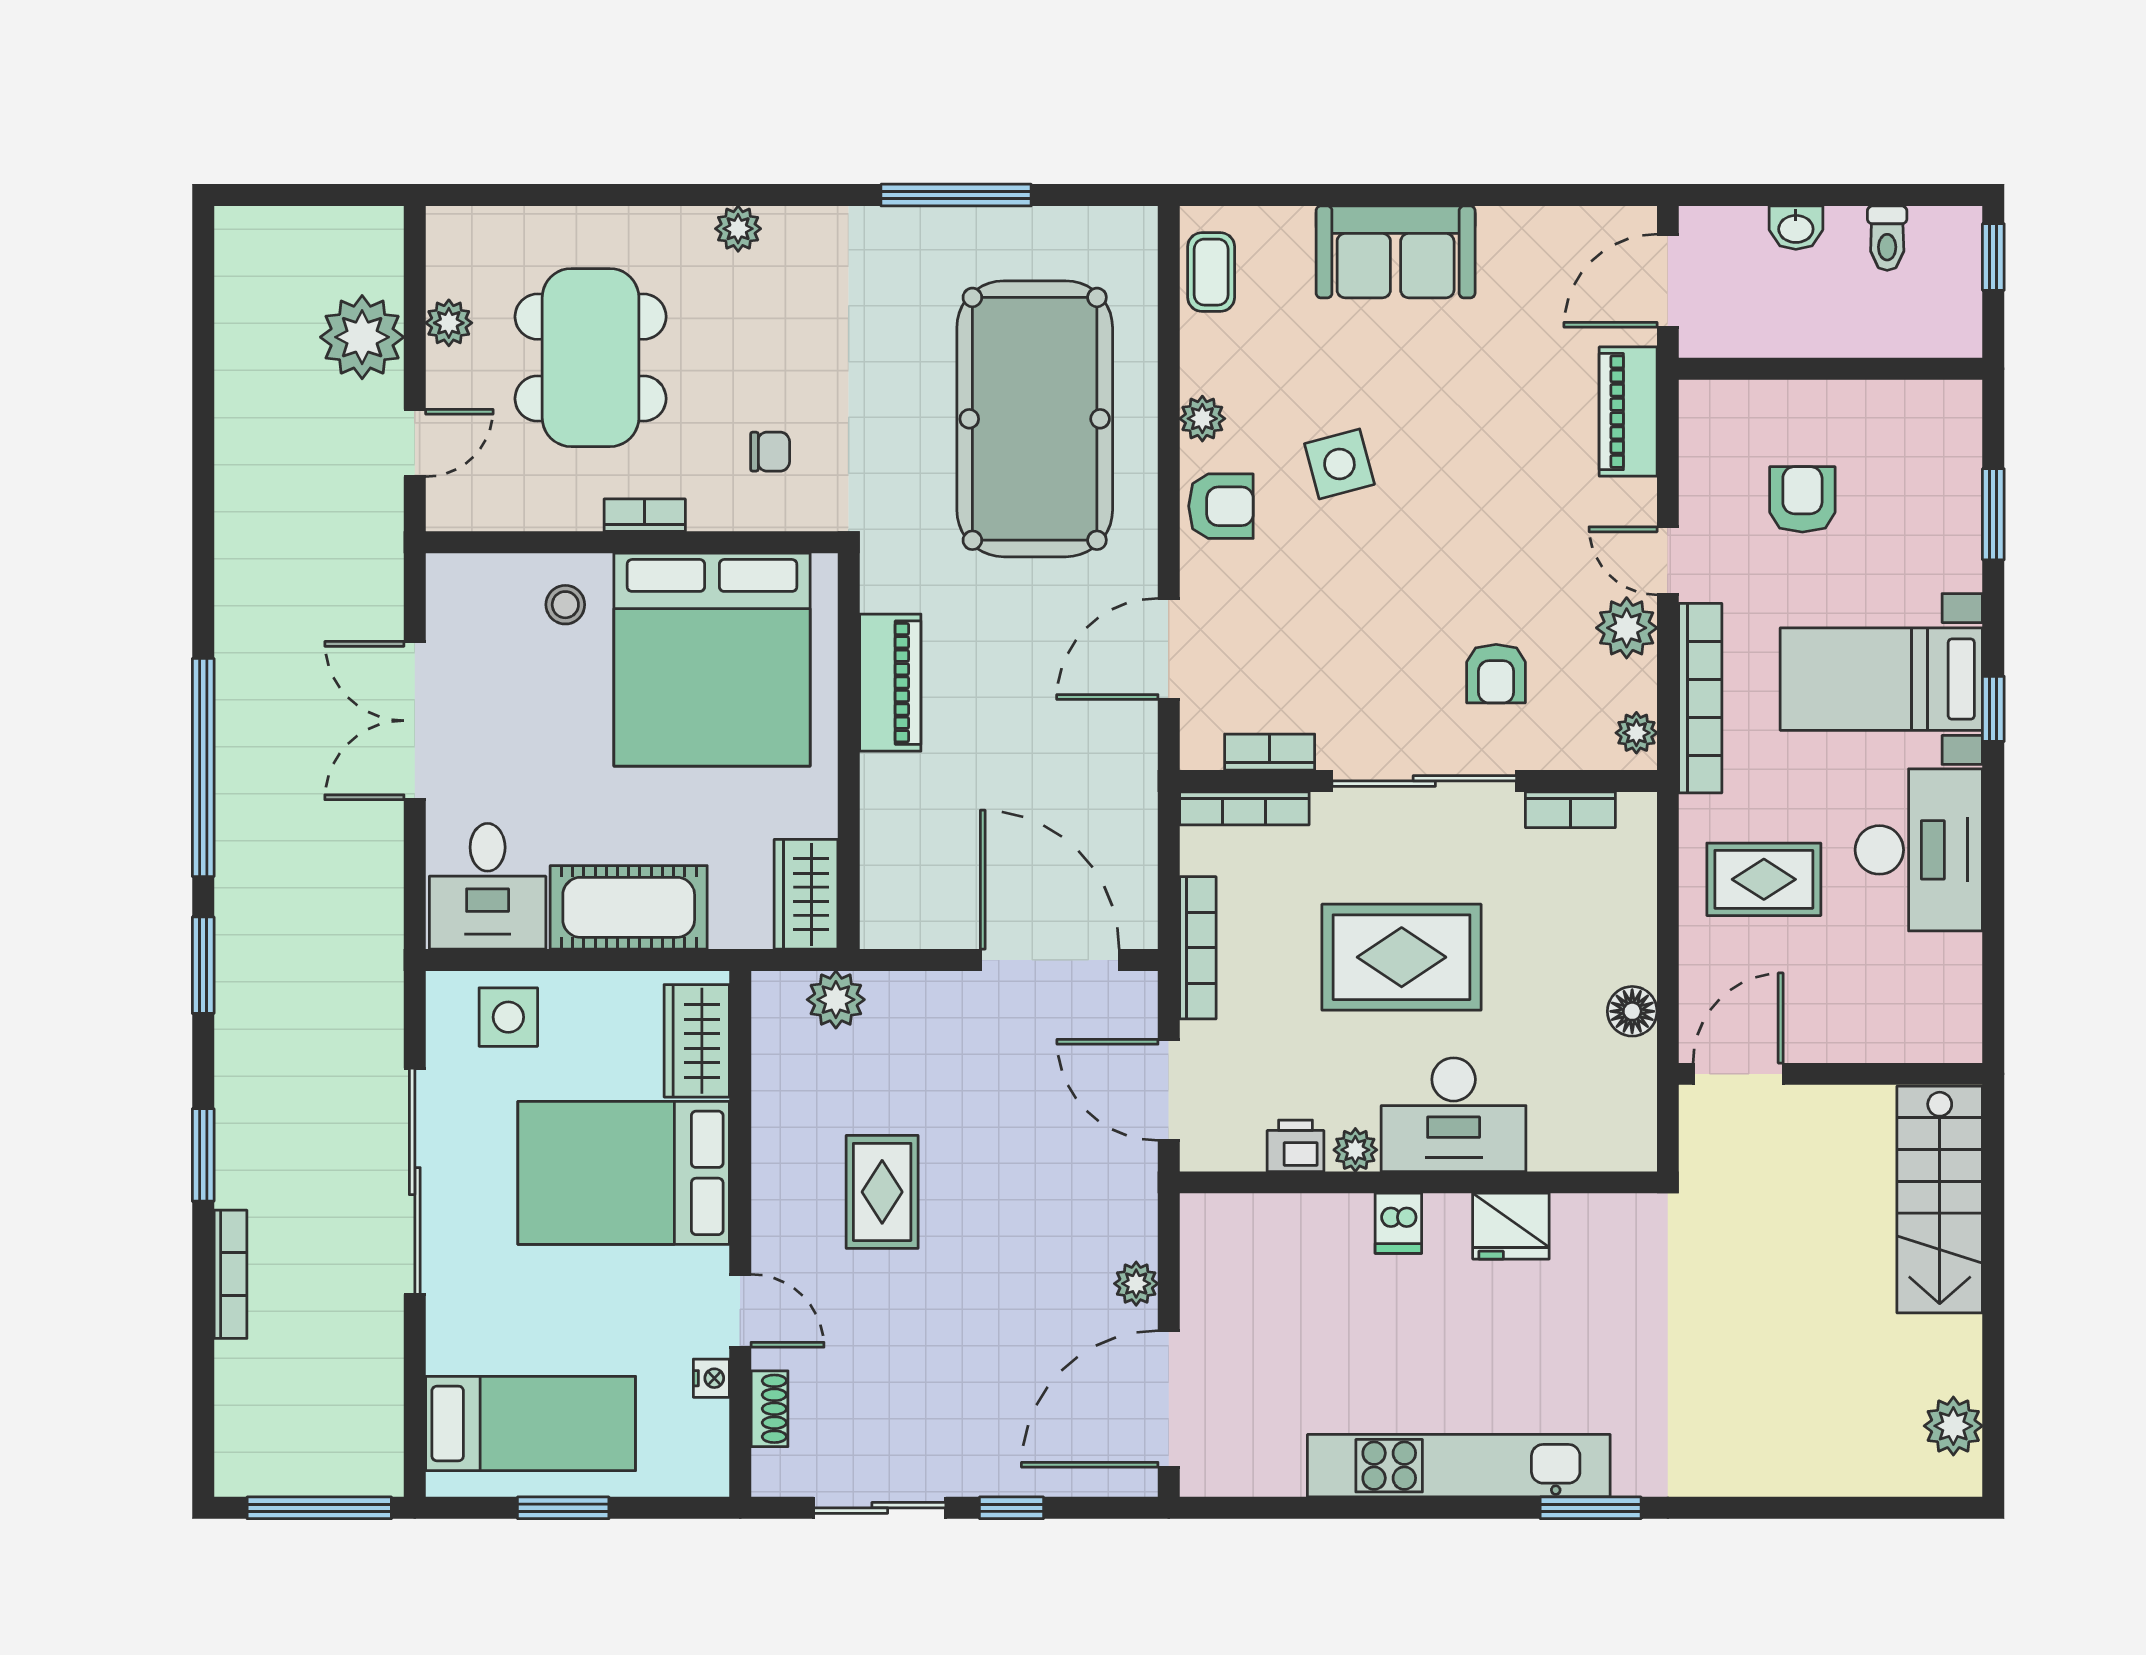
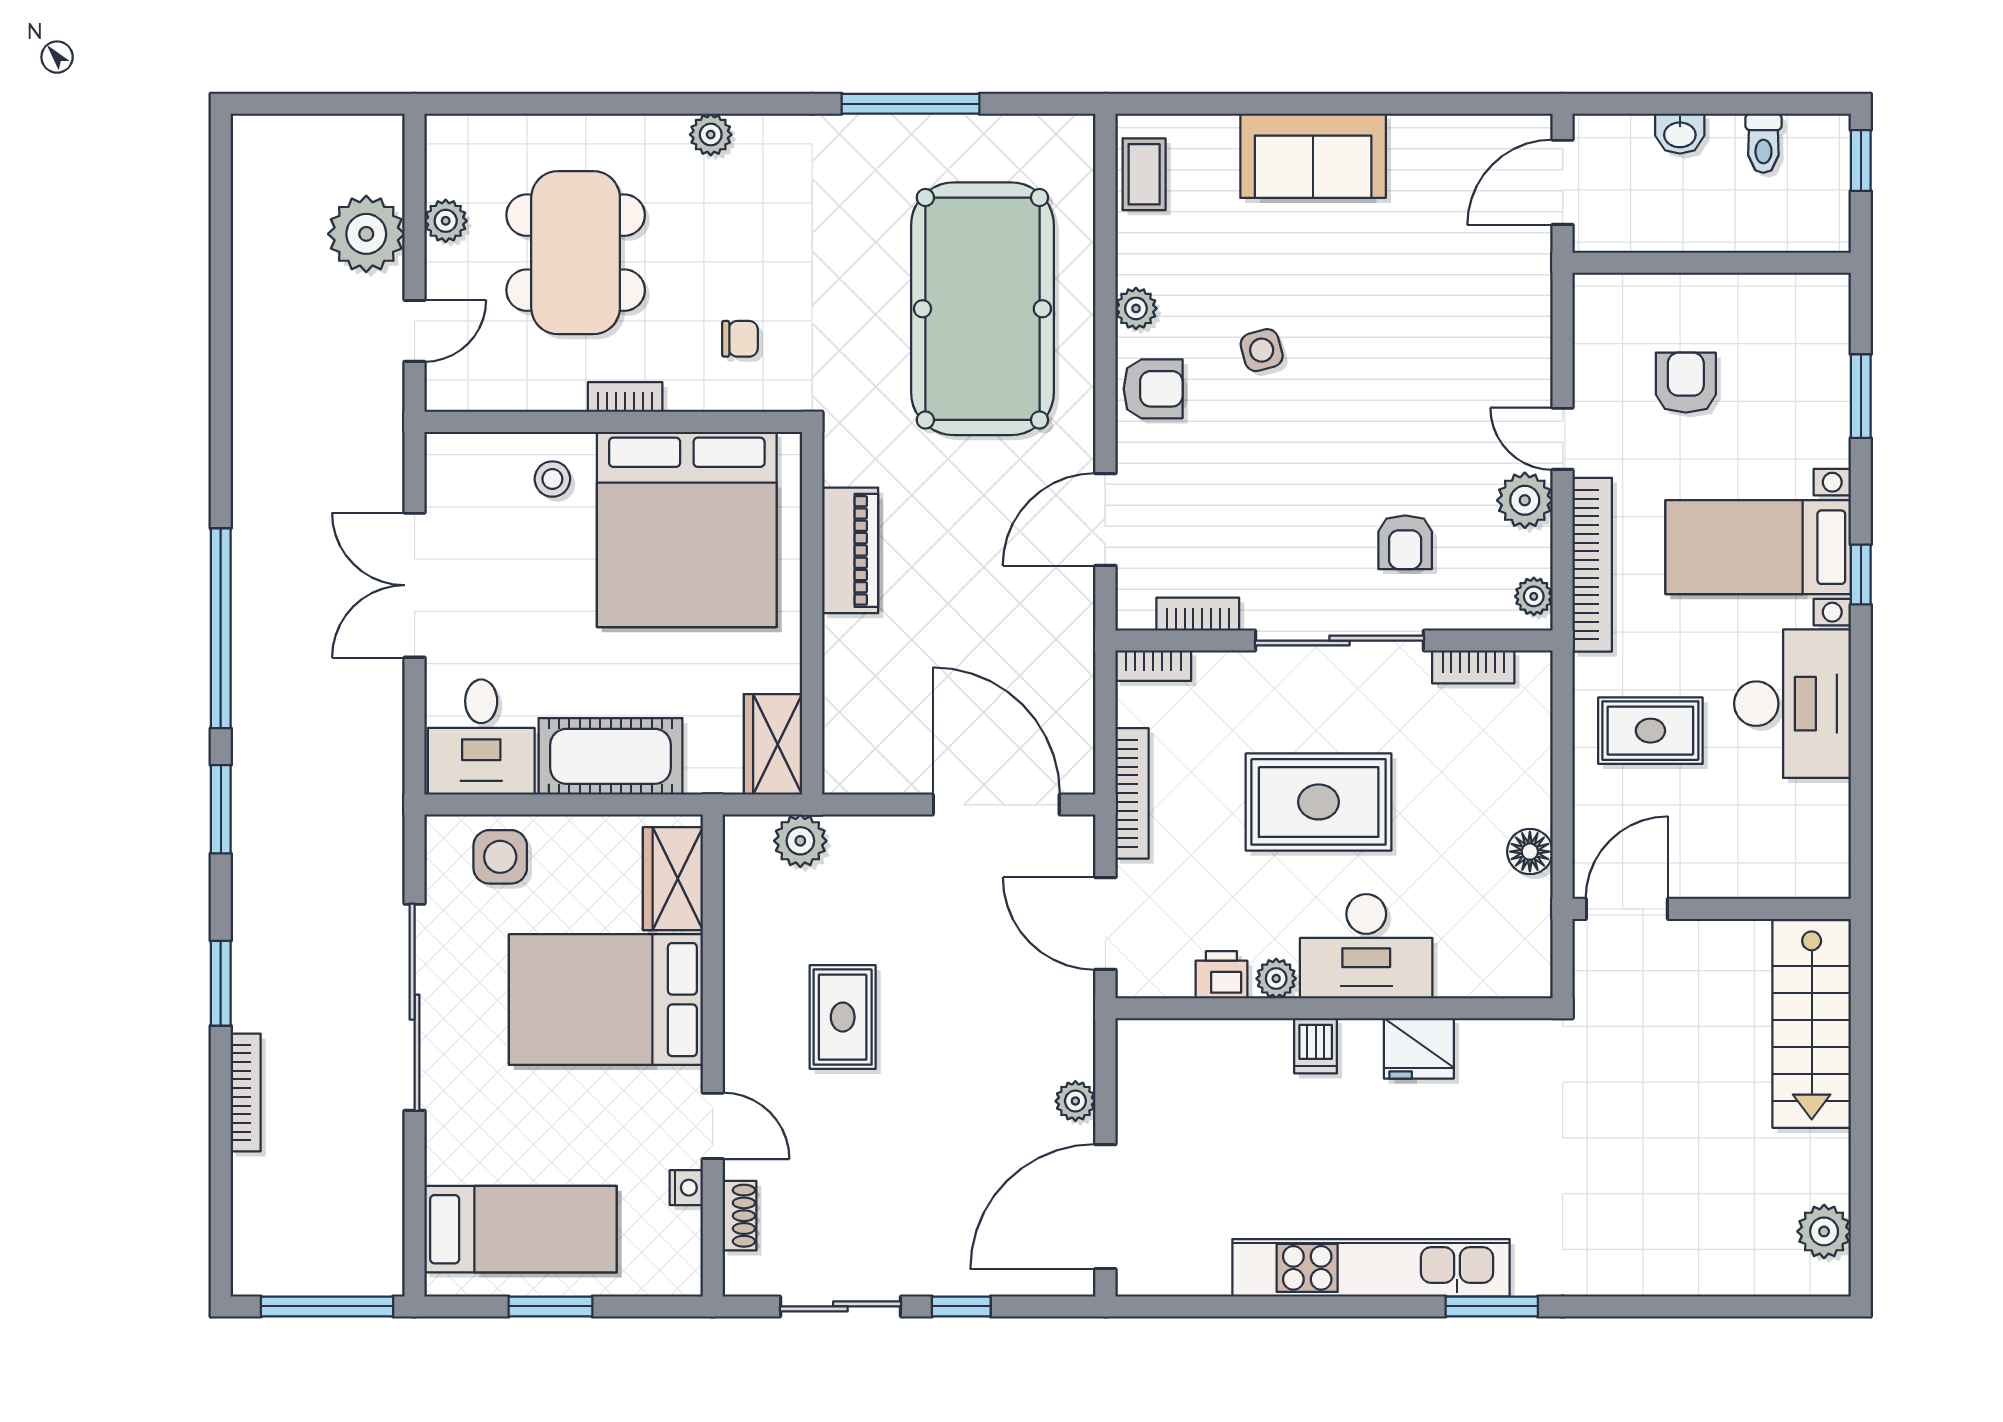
piano: (1628, 412) -> (1526, 302), removed
side table: (1339, 464) -> (1262, 350), width x0.73, depth x0.73
bookcase: (1244, 808) -> (1153, 666), width x0.64

